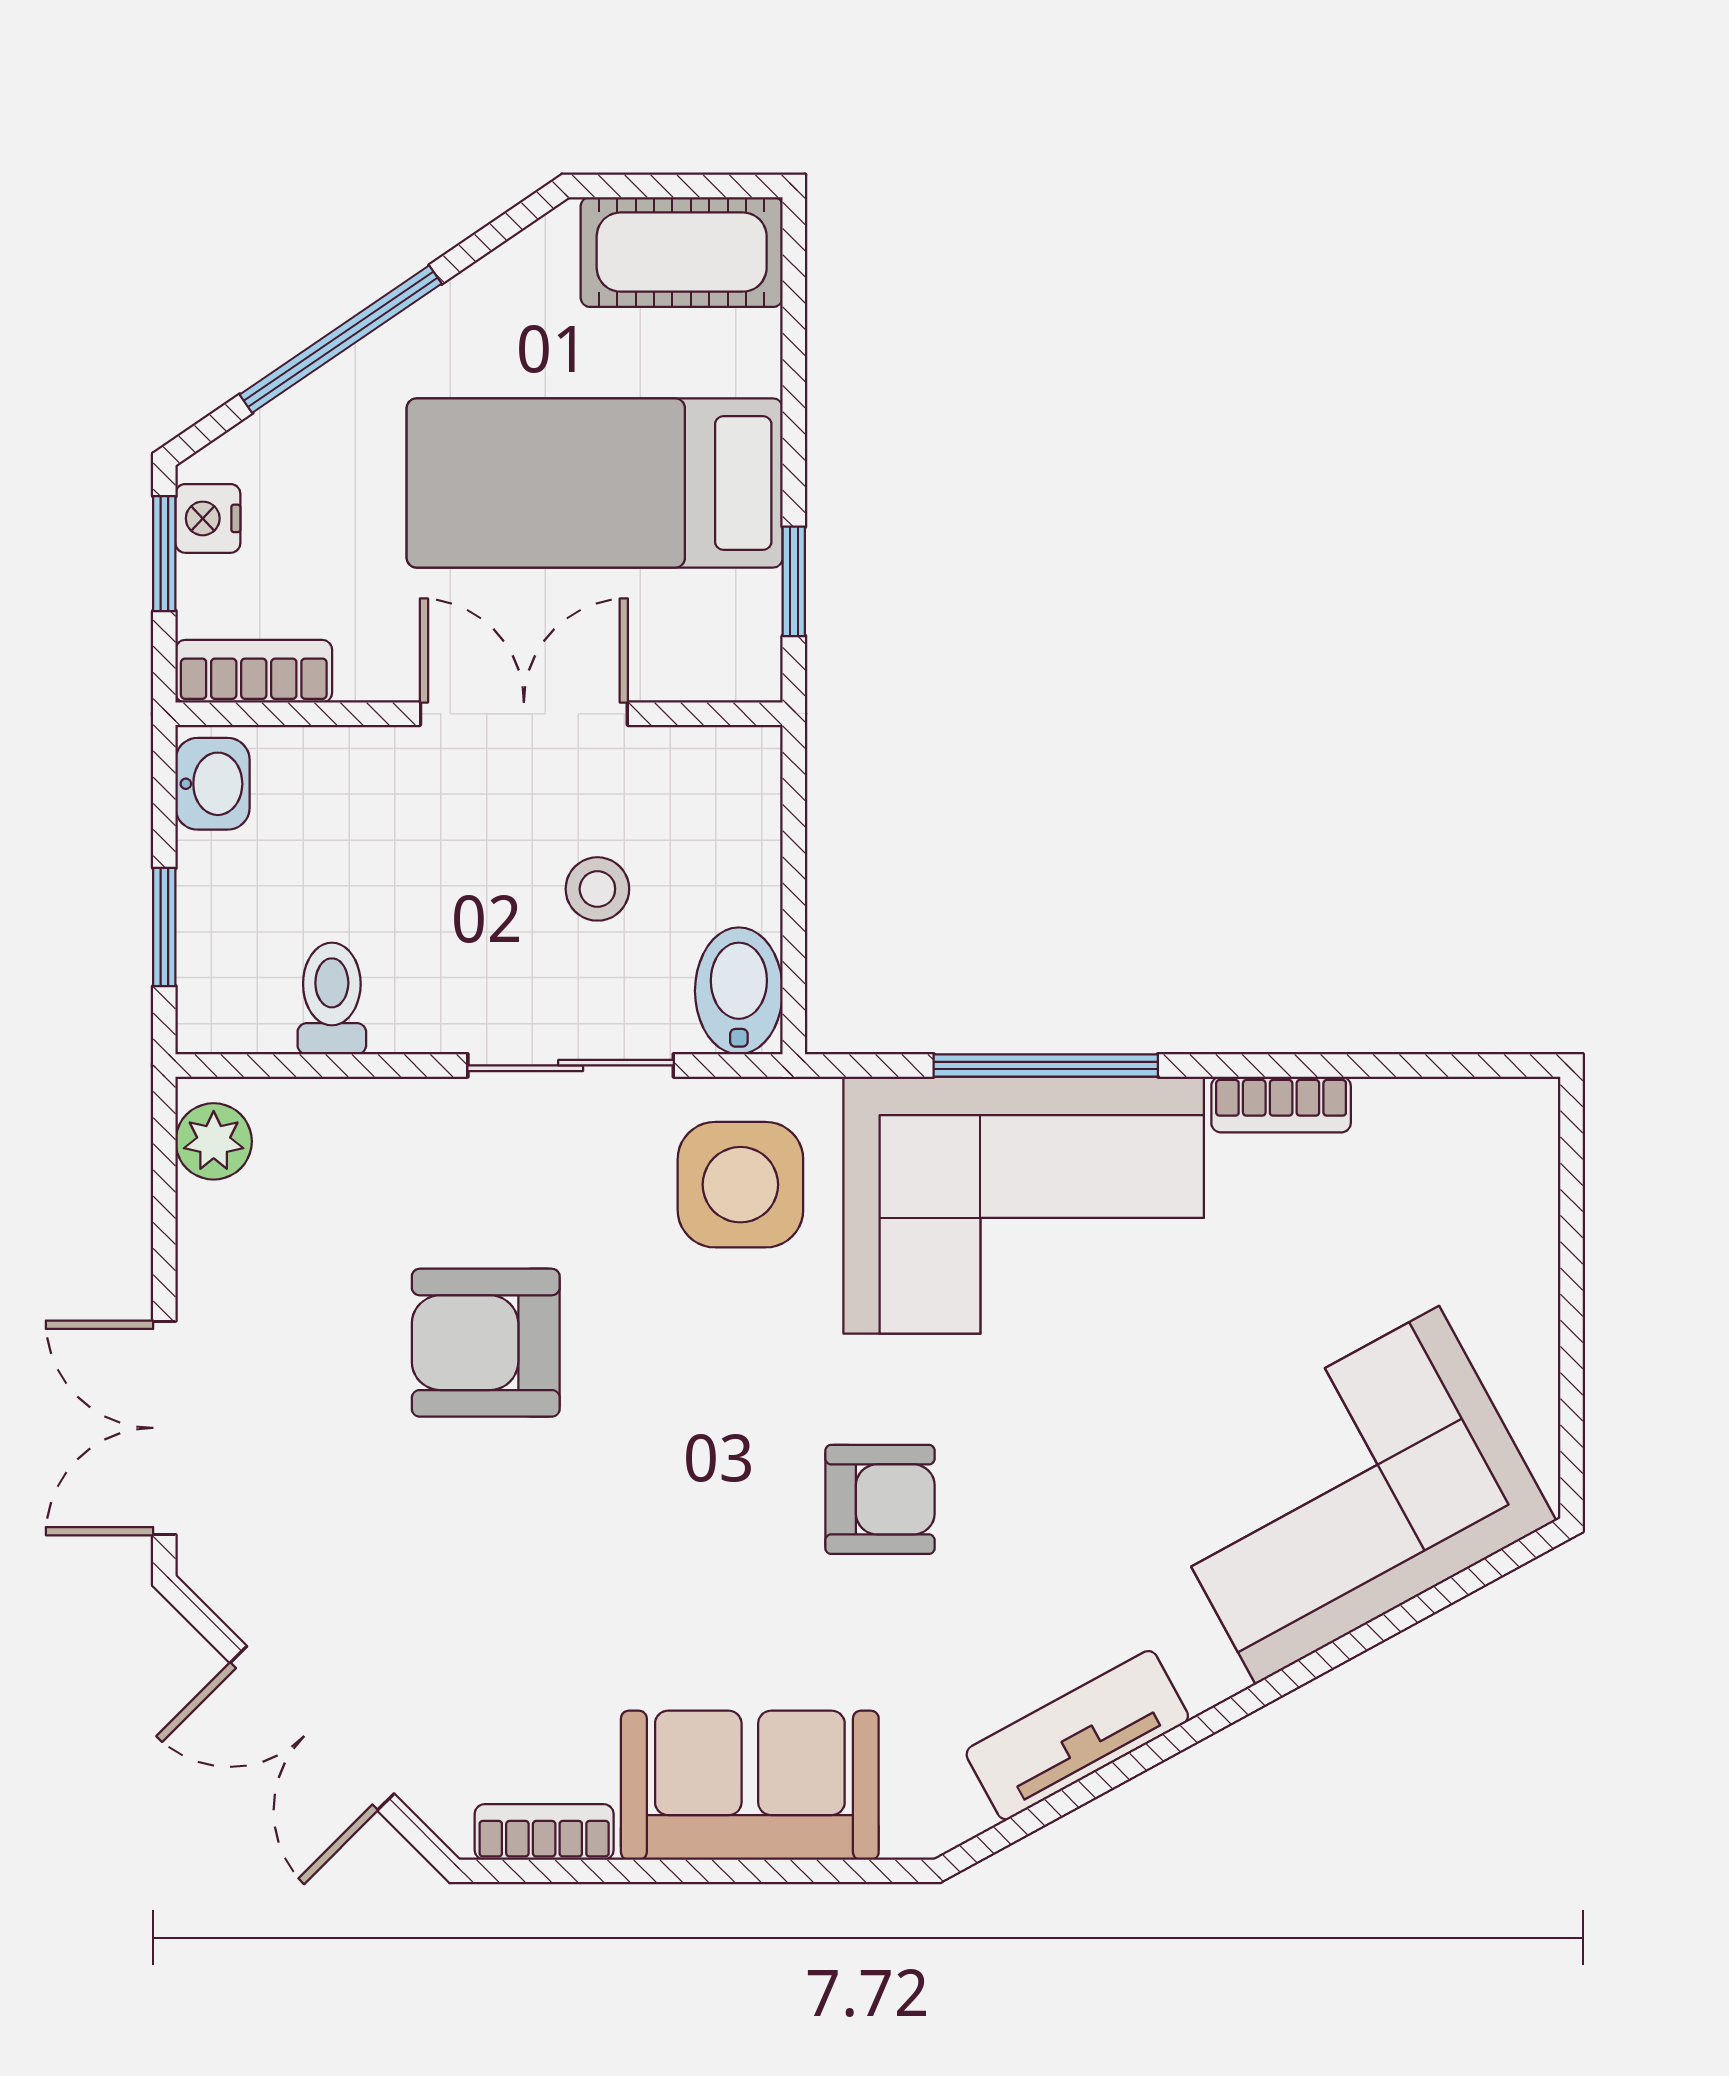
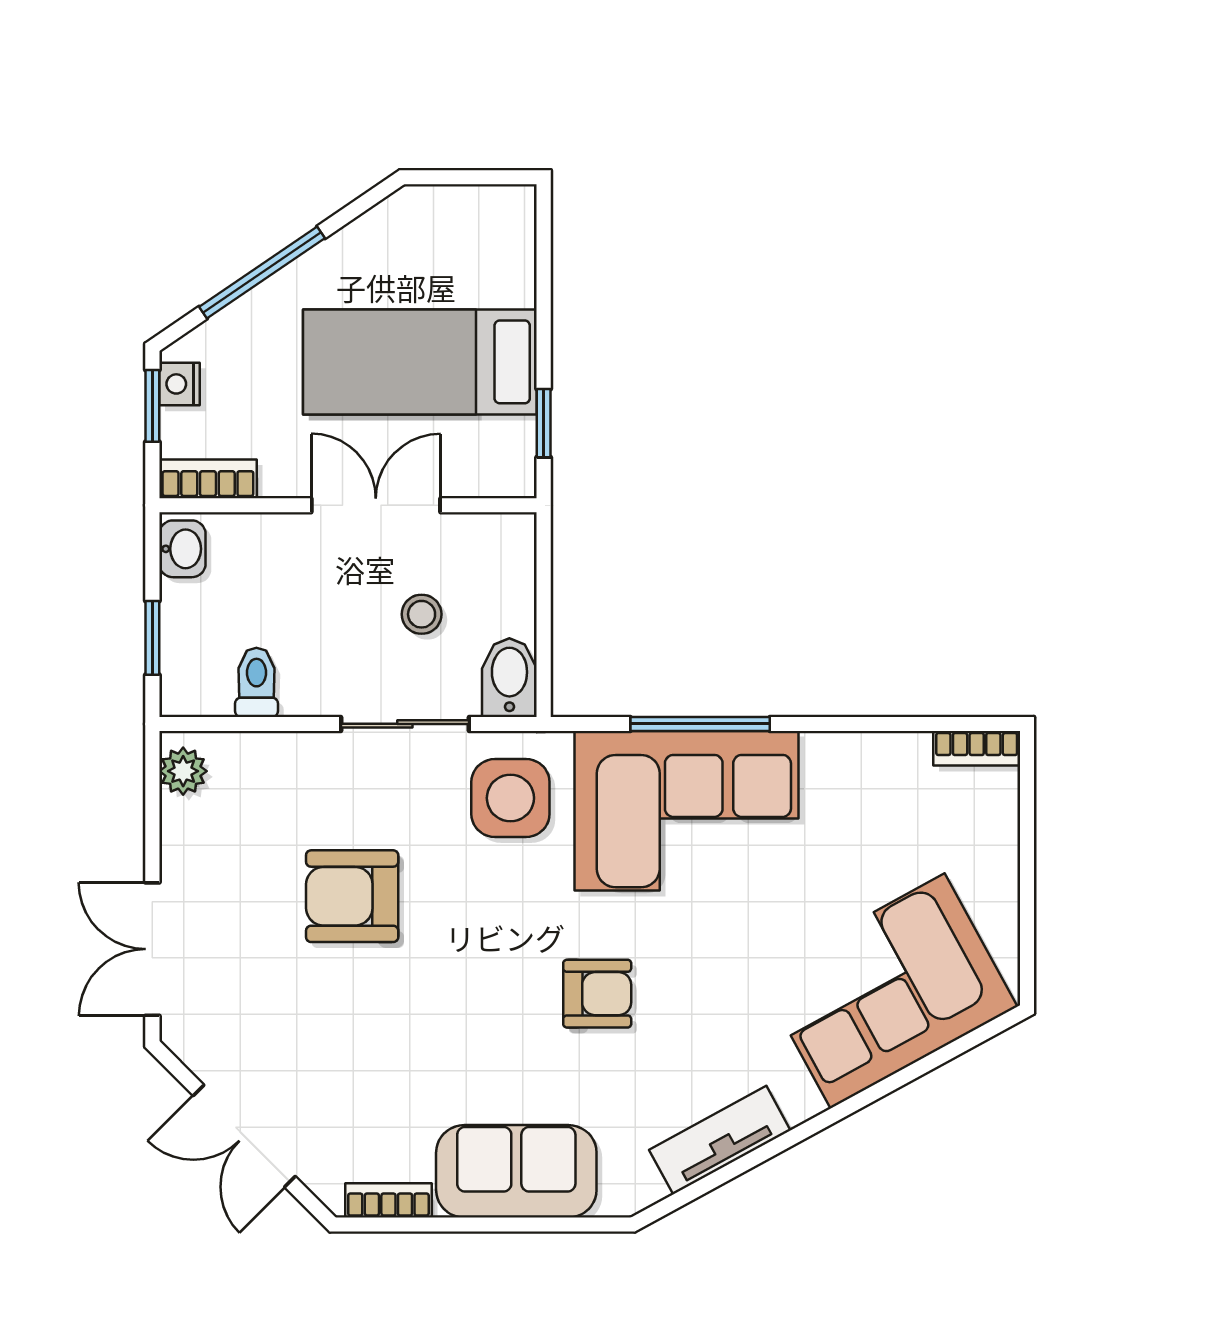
cot: (682, 252) -> (474, 218), removed
bookcase: (1281, 1104) -> (977, 748), moved

